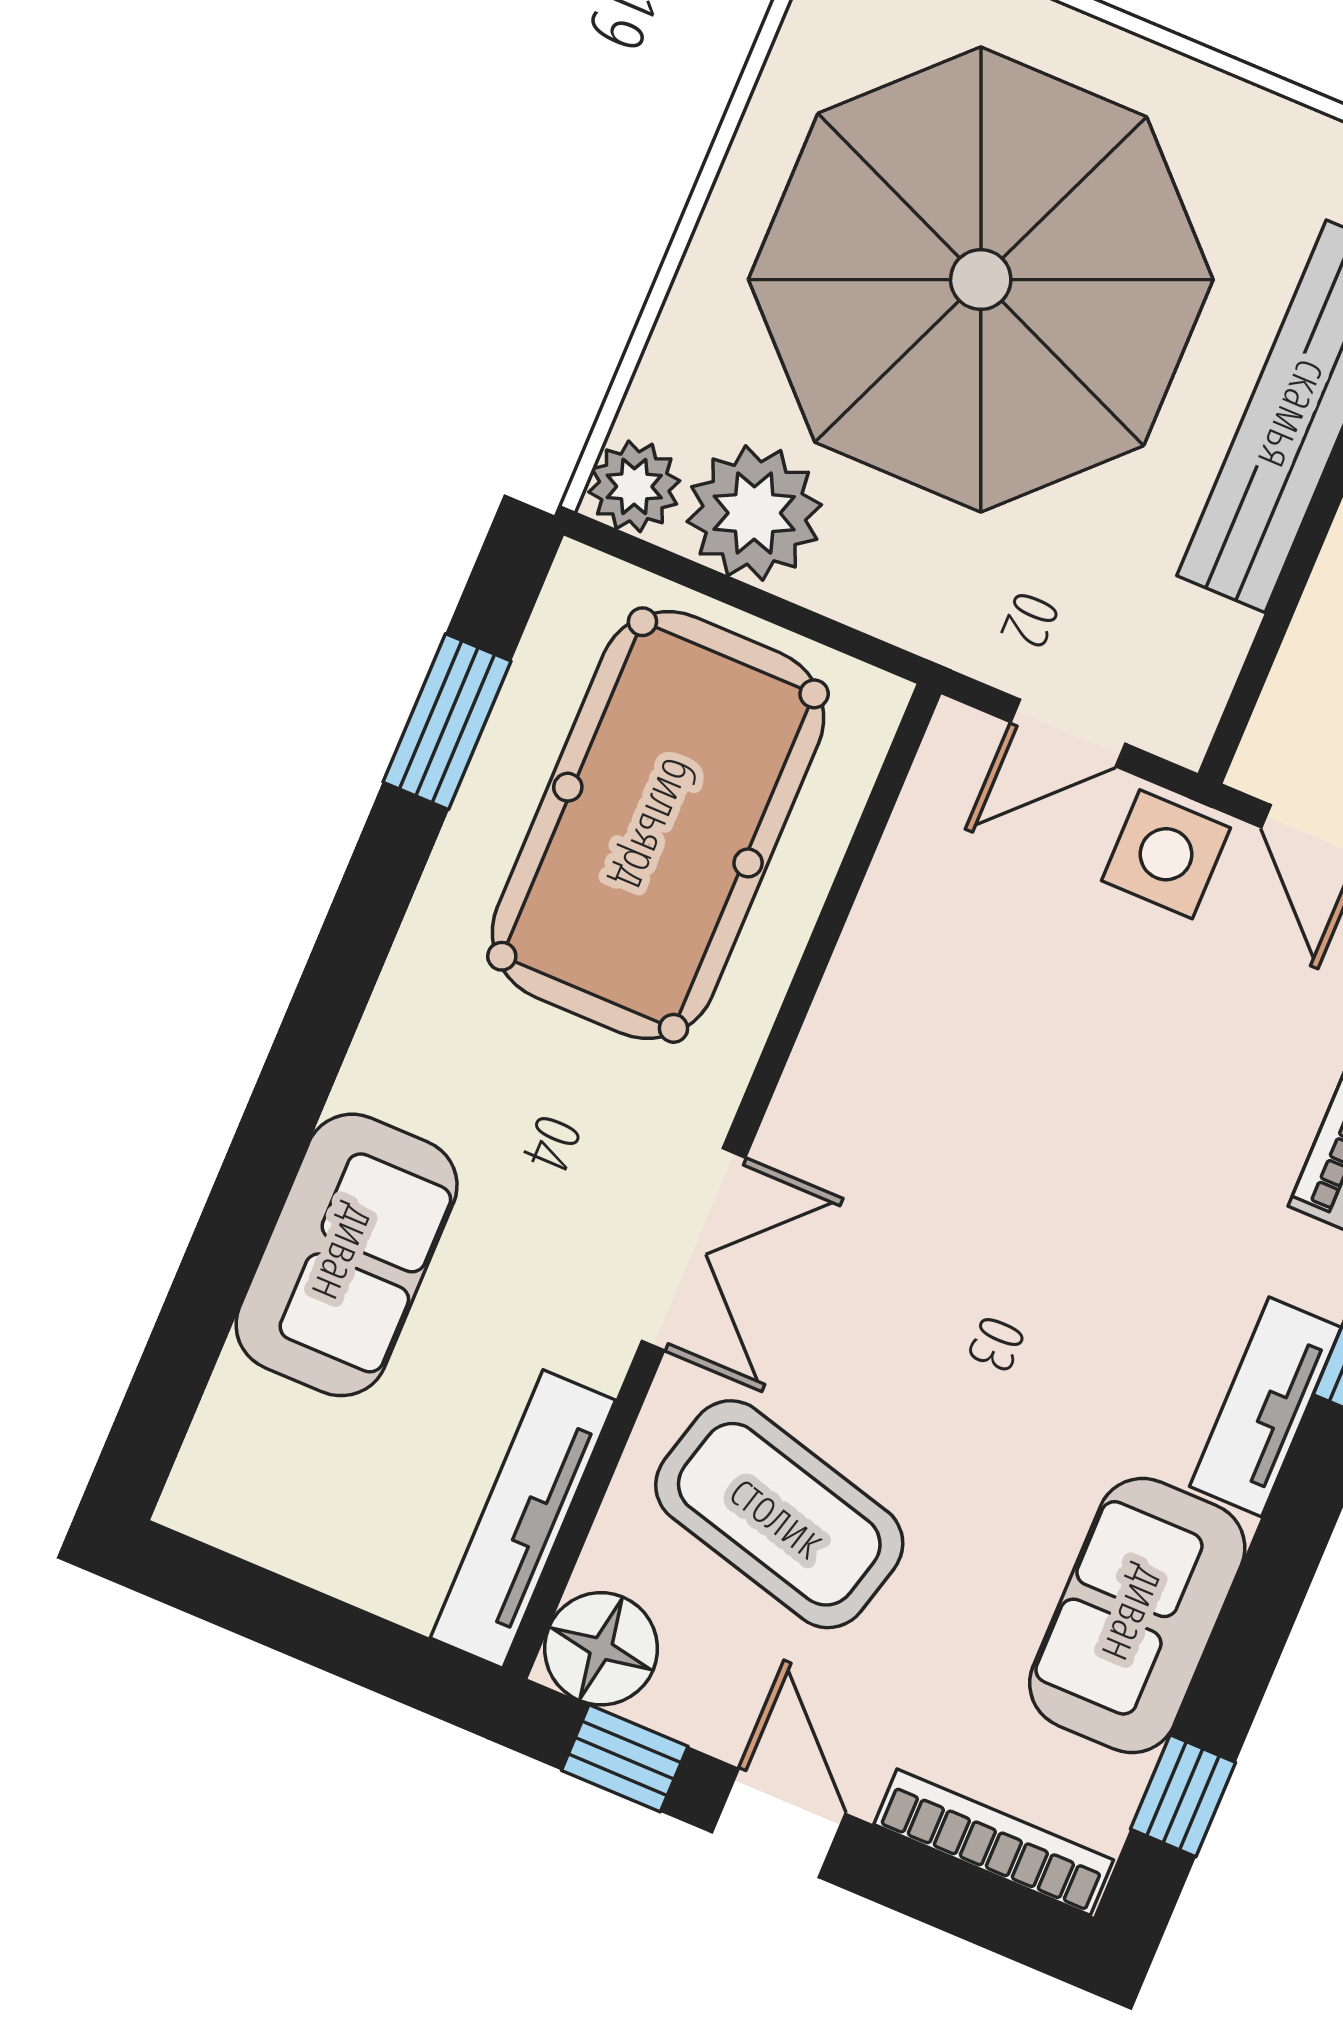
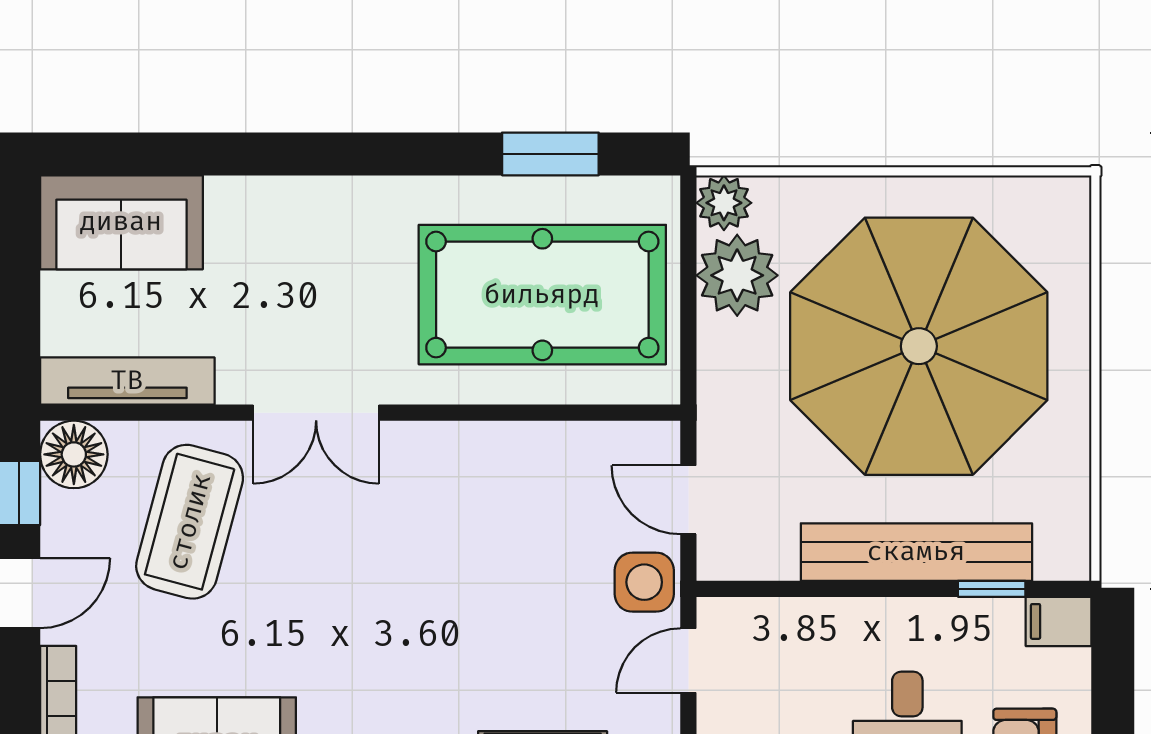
sofa: (347, 1255) -> (121, 222), moved

